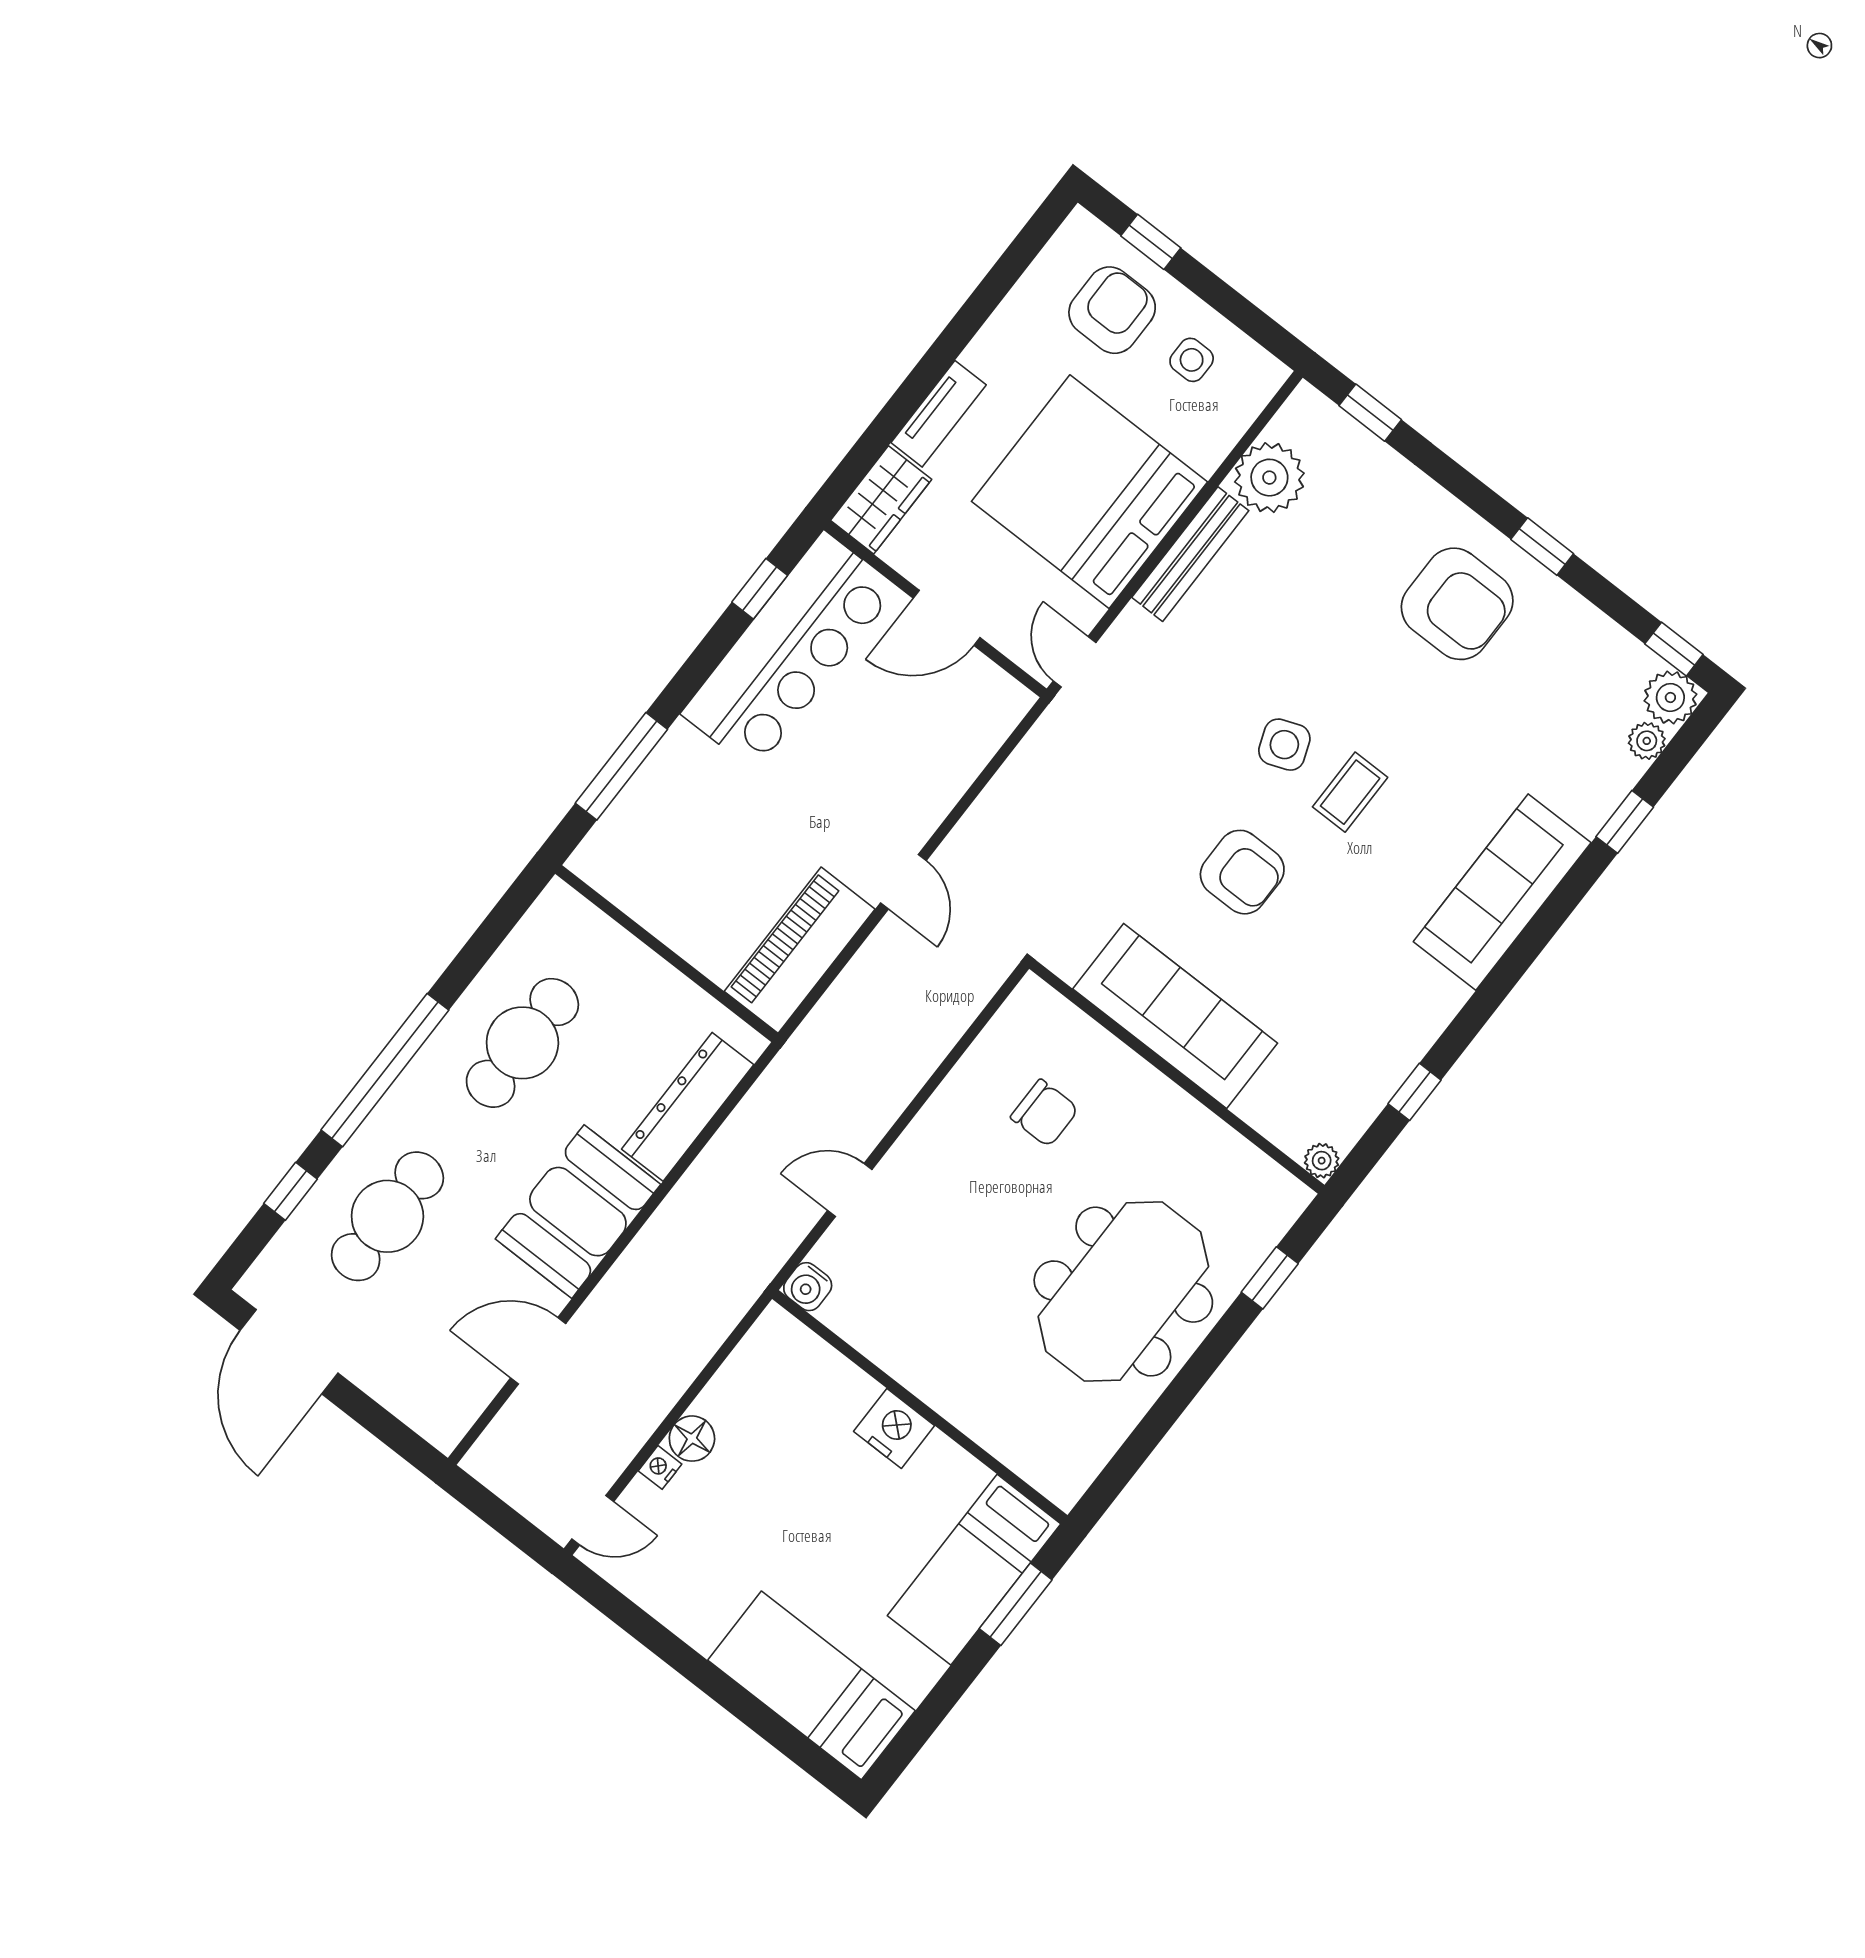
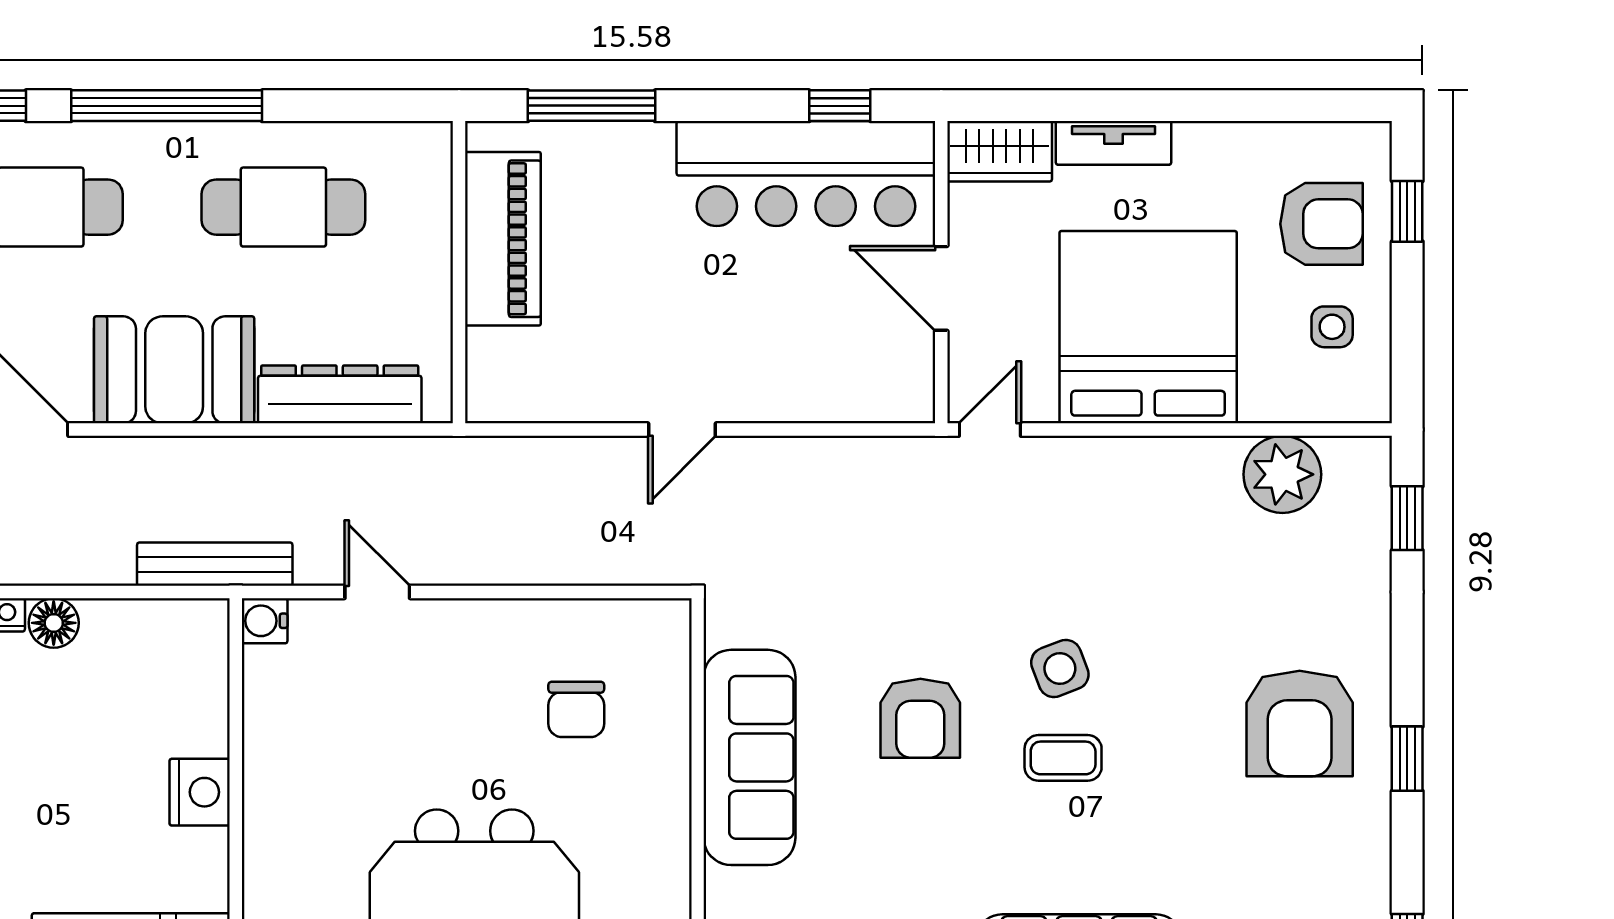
bench: (1190, 554) -> (215, 564), moved
piano: (800, 950) -> (503, 239), moved, turned 90

